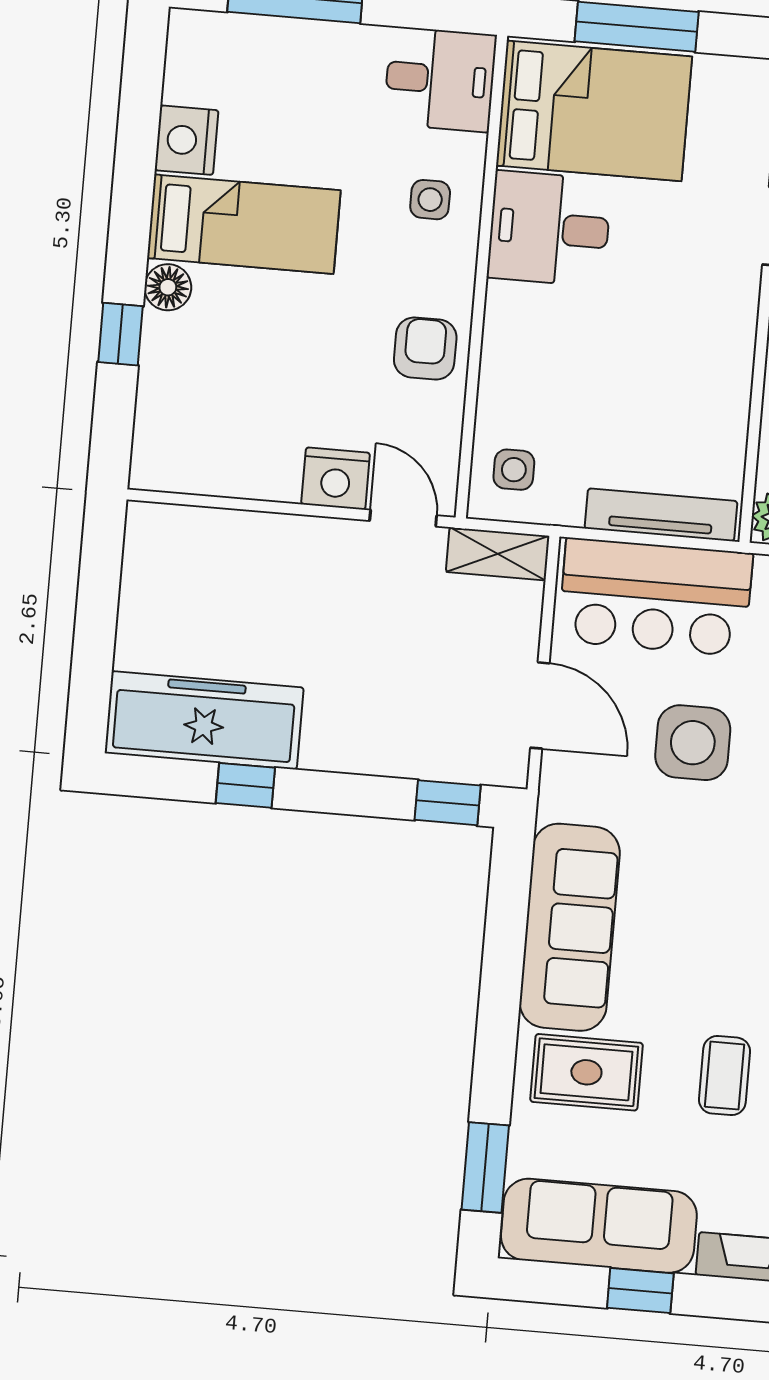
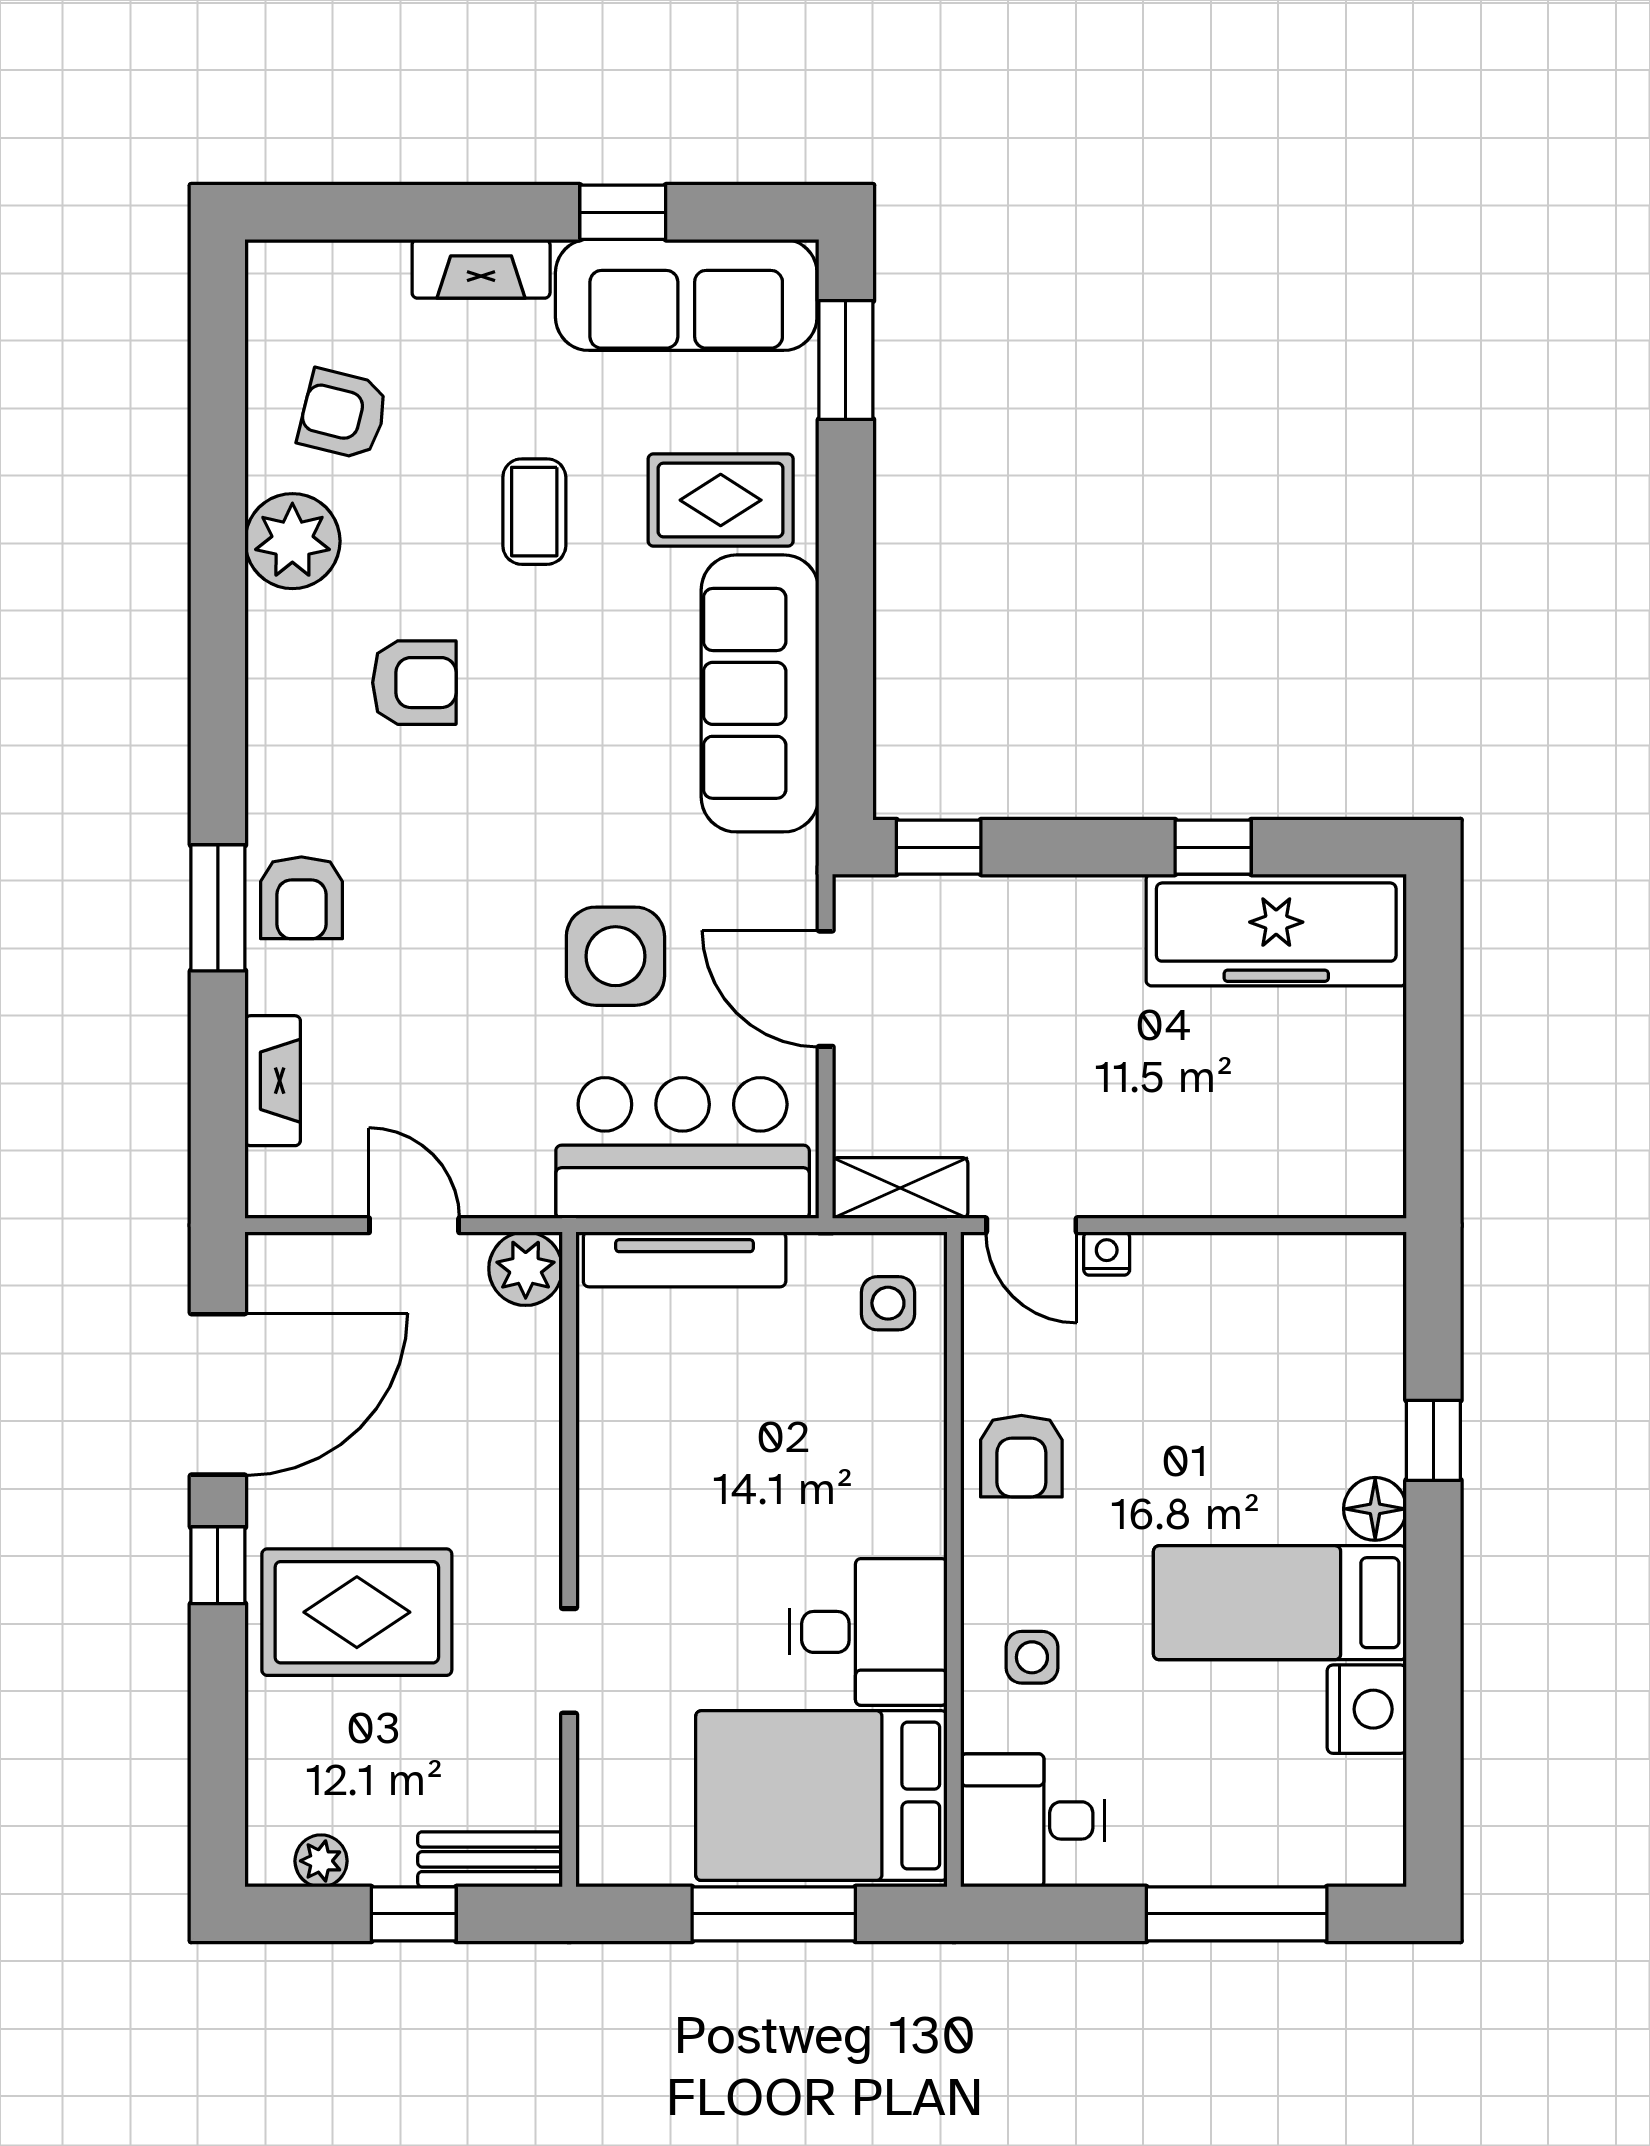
nightstand: (336, 478) -> (1107, 1254), width x0.53, depth x0.56

